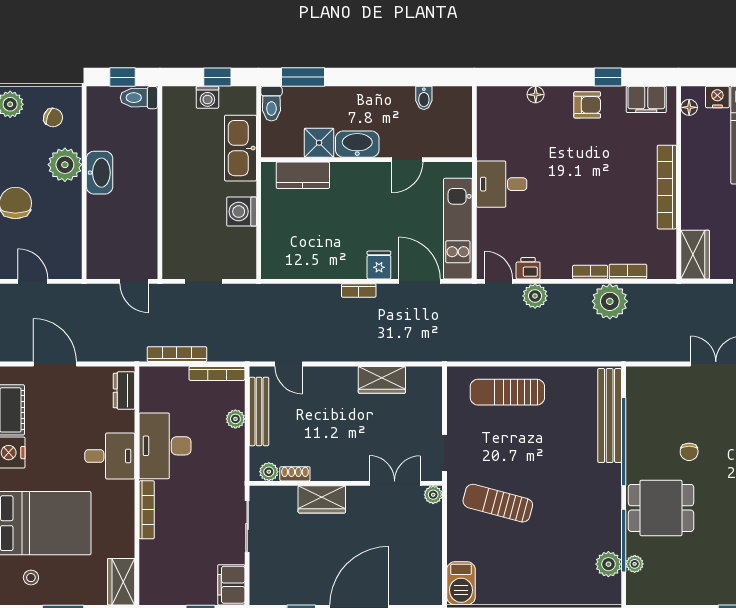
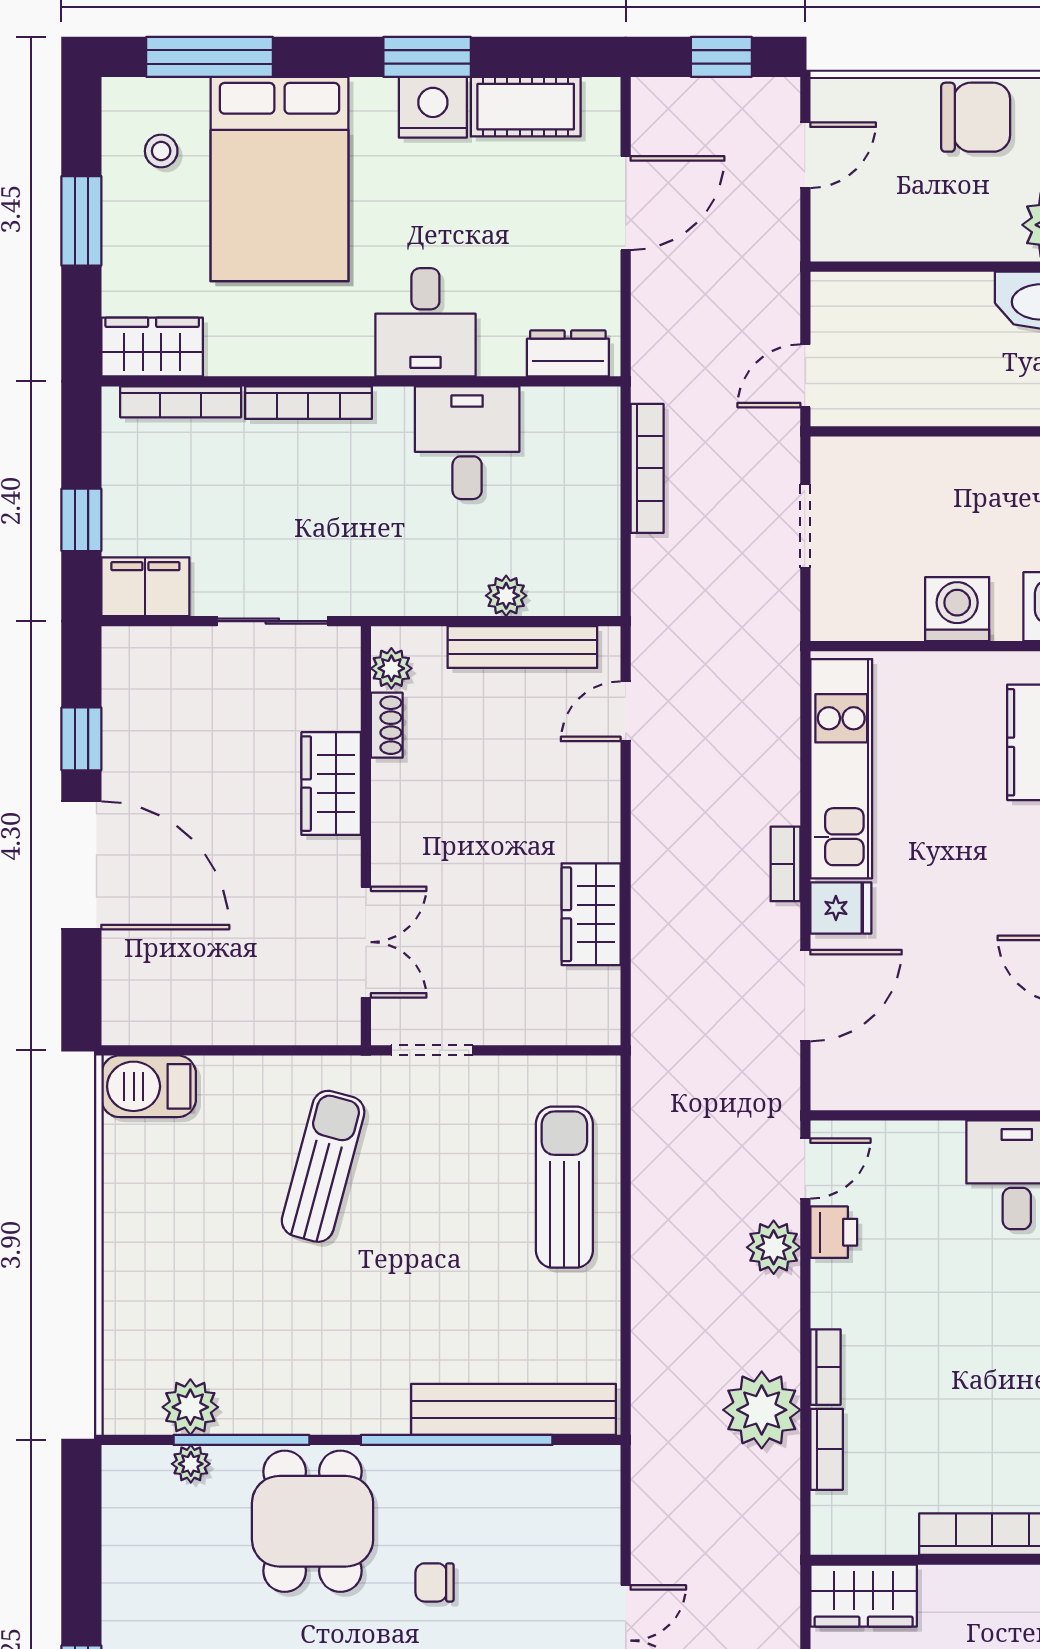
kitchen unit: (458, 229) -> (841, 769), moved, turned 90
bookcase: (217, 373) -> (181, 402), moved, turned -90
desk: (165, 446) -> (467, 443), width x0.73
plant: (433, 495) -> (341, 1026), removed

